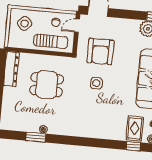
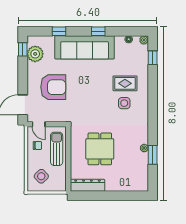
armchair: (101, 51) -> (53, 87), moved
side table: (96, 83) -> (124, 103), moved
rug: (135, 129) -> (125, 83), moved

